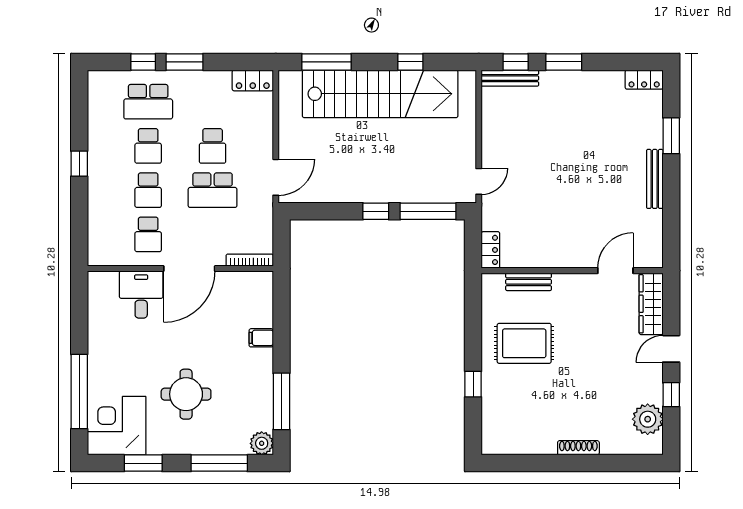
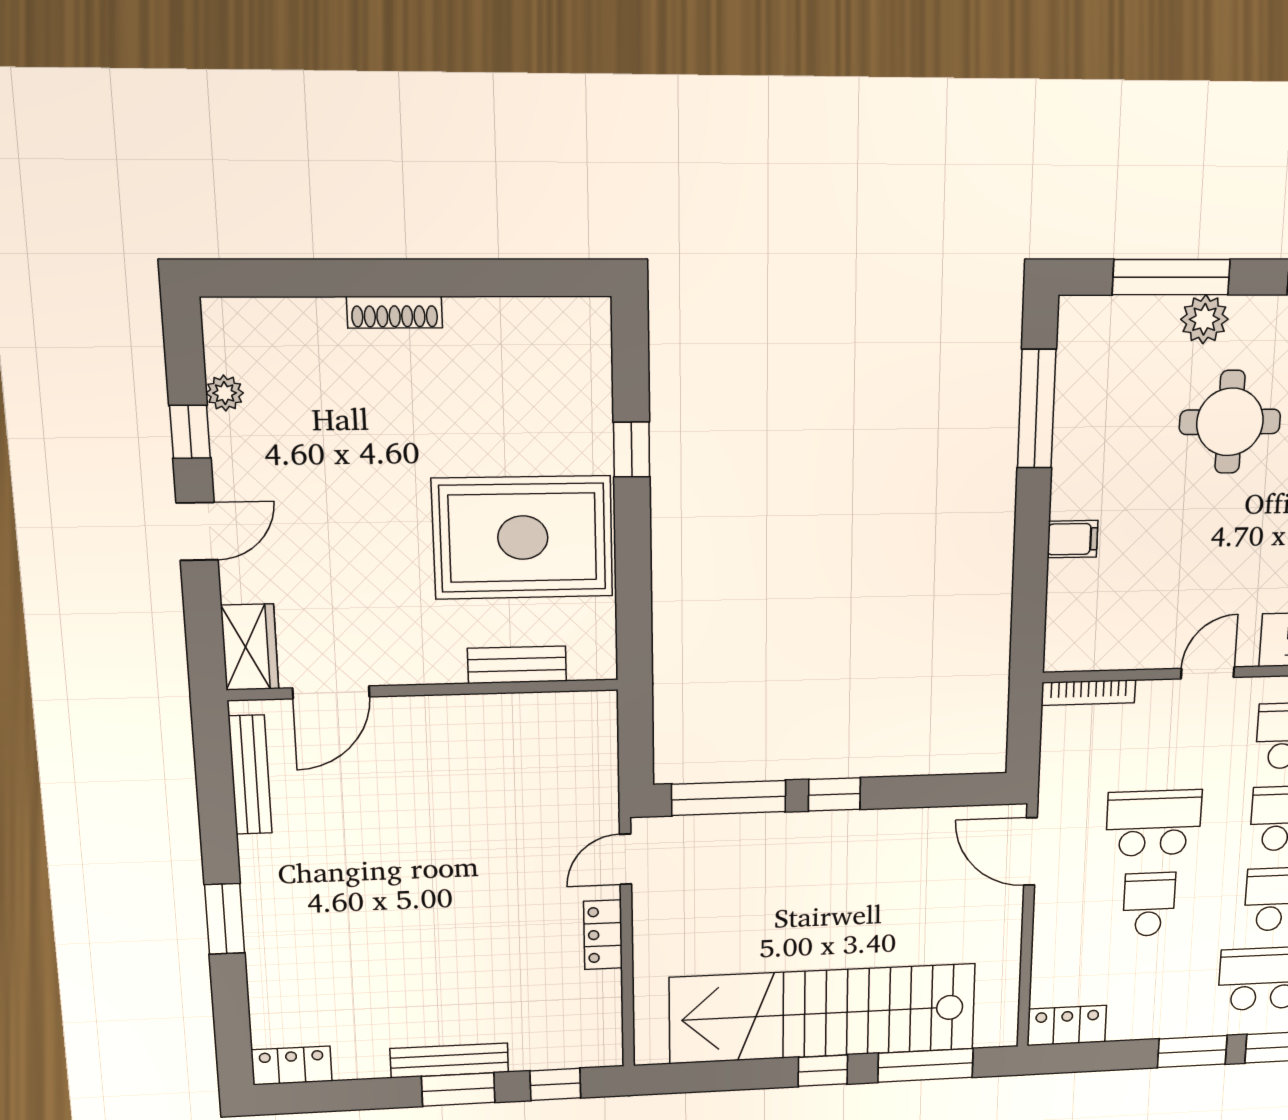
window: (410, 62) -> (823, 1071), moved
bench: (510, 78) -> (449, 1060), moved
window: (671, 136) -> (225, 919), moved
door: (276, 177) -> (1030, 852), hinge flipped
bench: (655, 179) -> (250, 775), moved
locker: (490, 250) -> (603, 935), moved
door: (189, 269) -> (1208, 673), width x0.53
wardrobe: (651, 304) -> (250, 647), width x0.67
rug: (524, 343) -> (523, 538), width x1.37, depth x1.44
plant: (648, 419) -> (225, 393), width x0.53, depth x0.53
plant: (262, 443) -> (1204, 319), moved

